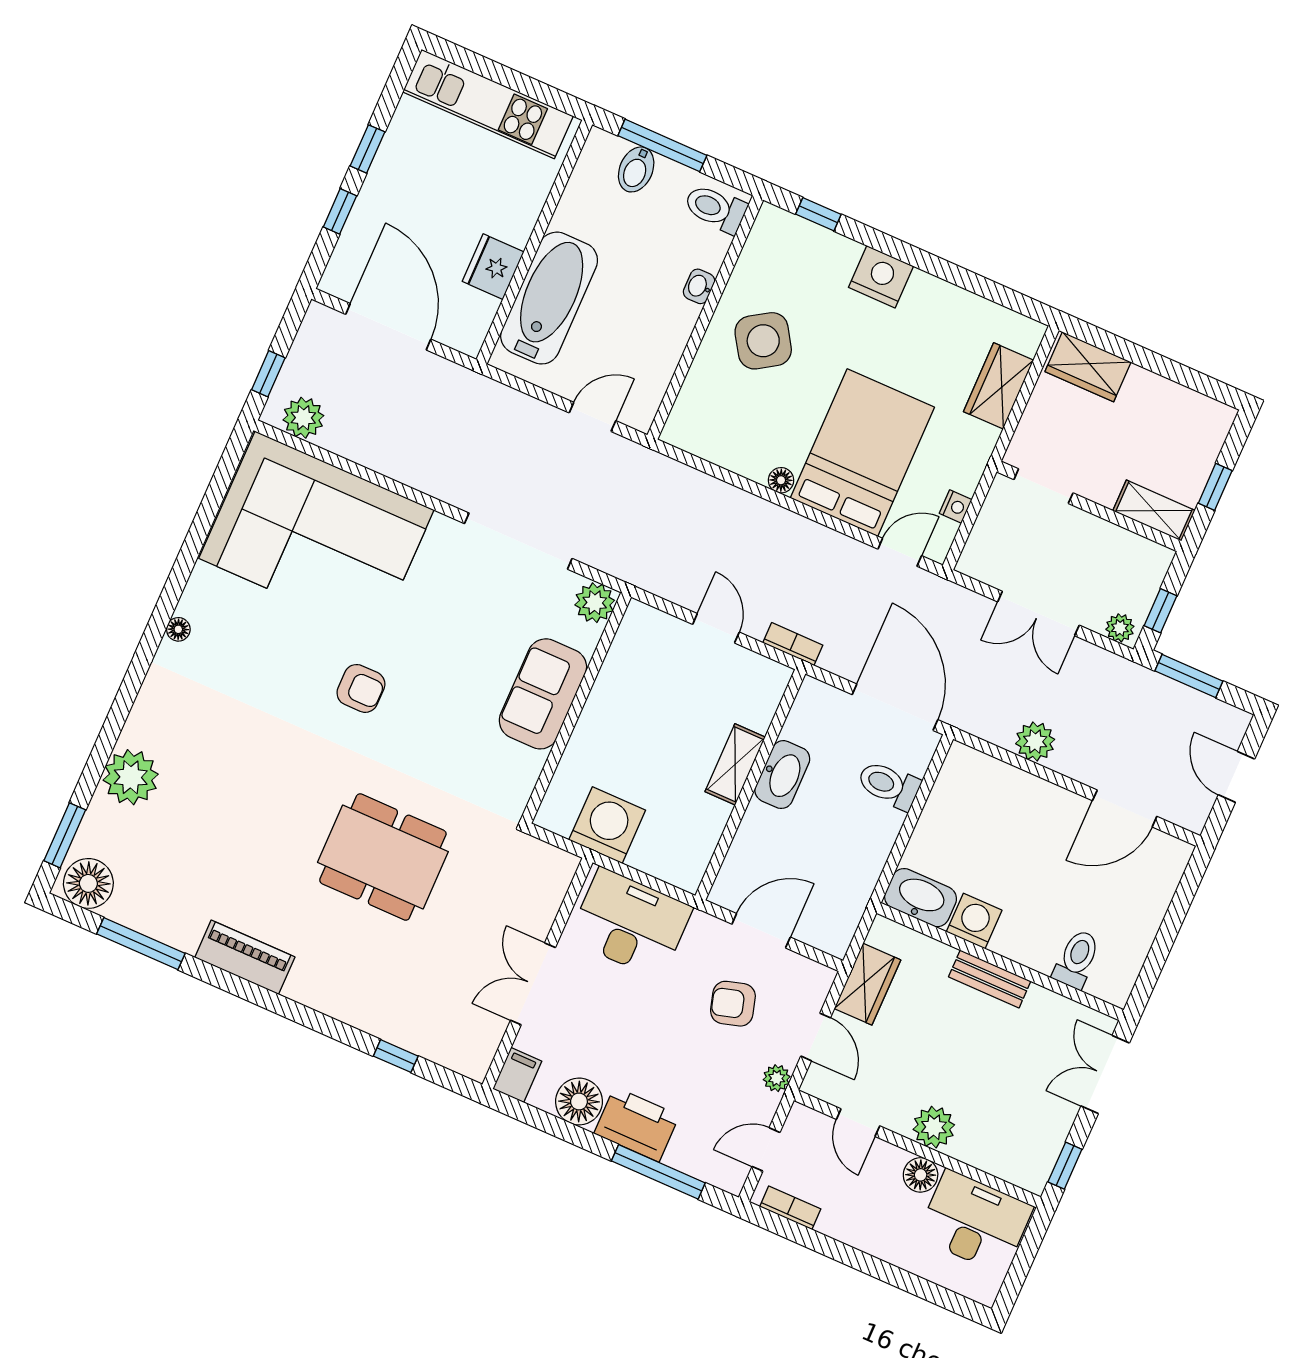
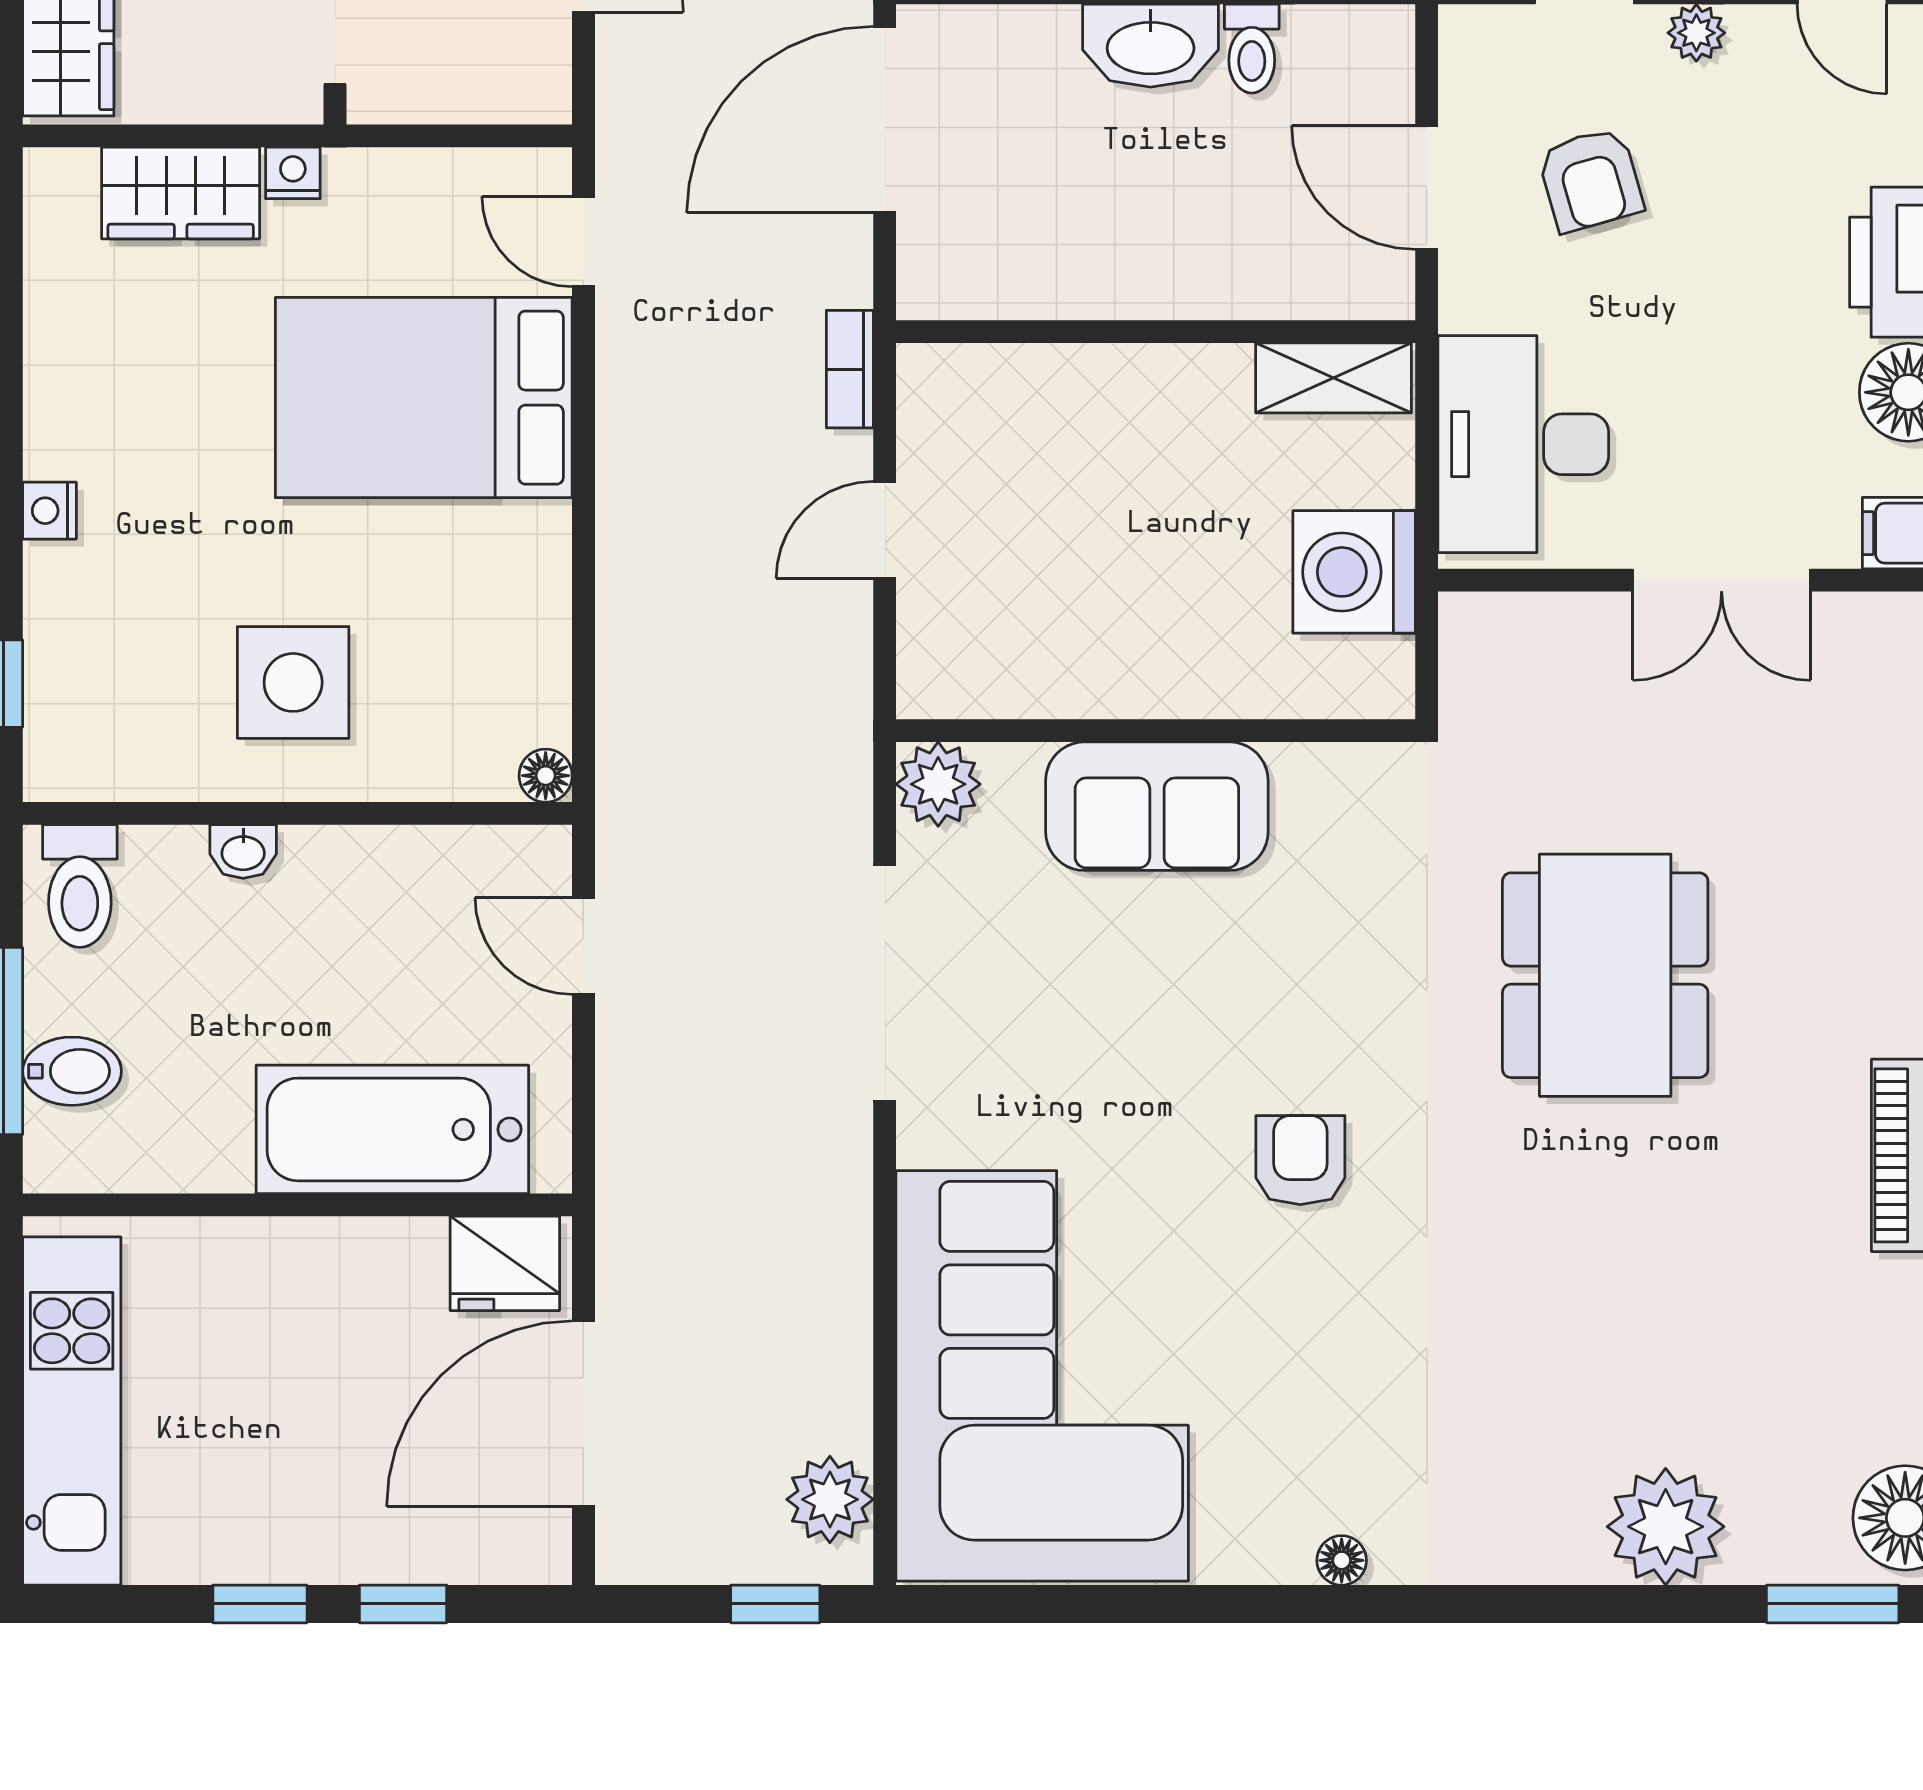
fridge: (493, 267) -> (505, 1263), moved
nightstand: (881, 277) -> (49, 511), width x0.53, depth x0.56
side table: (763, 341) -> (293, 682), turned 33
floor lamp: (781, 480) -> (546, 776), moved
nightstand: (956, 507) -> (293, 173), moved
shelving: (735, 764) -> (1334, 378), moved
washbasin: (782, 775) -> (1151, 46), moved, turned 180
toilet: (889, 785) -> (1252, 49), moved, width x0.73, depth x0.72

